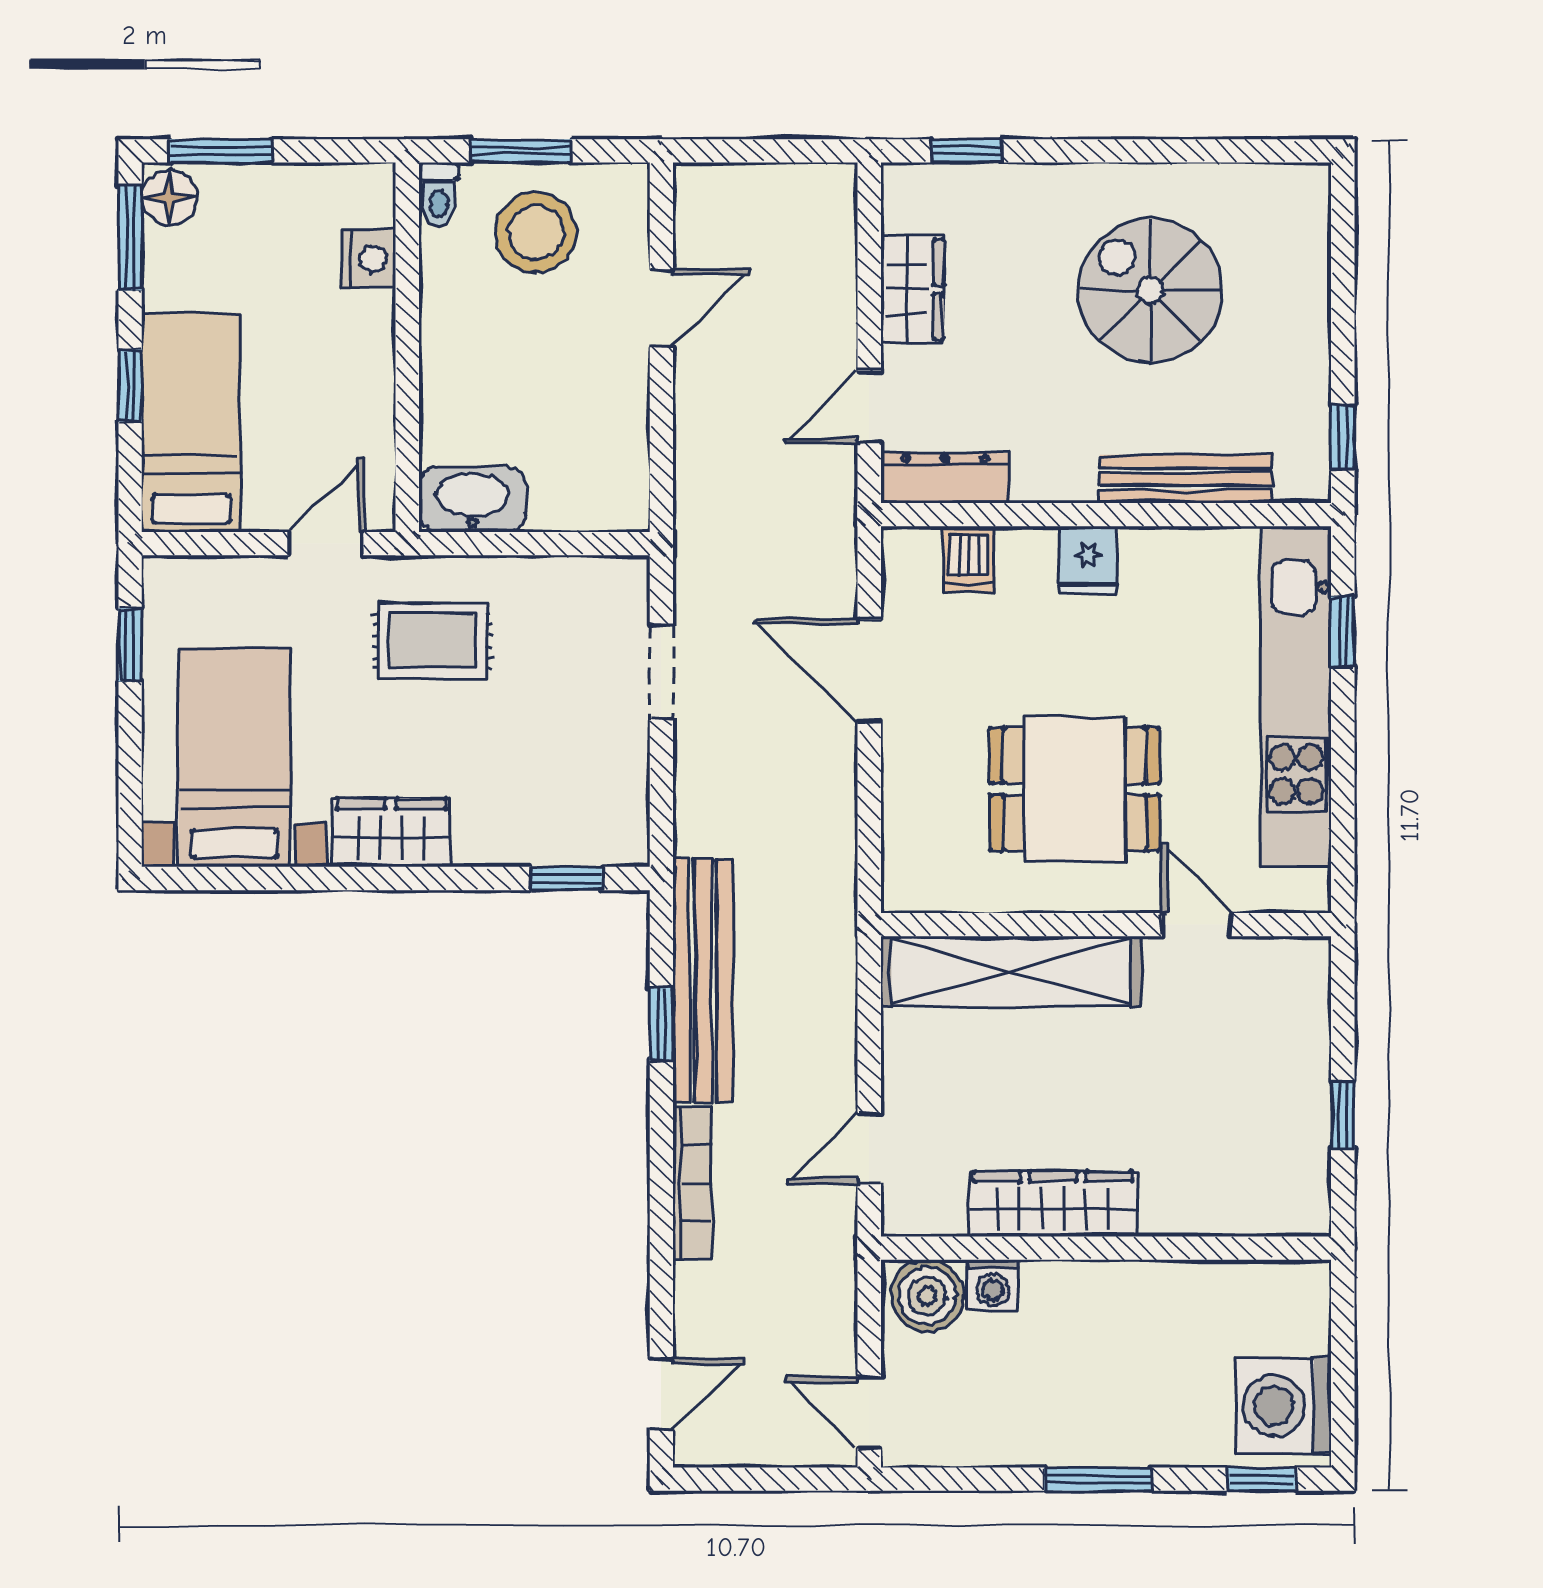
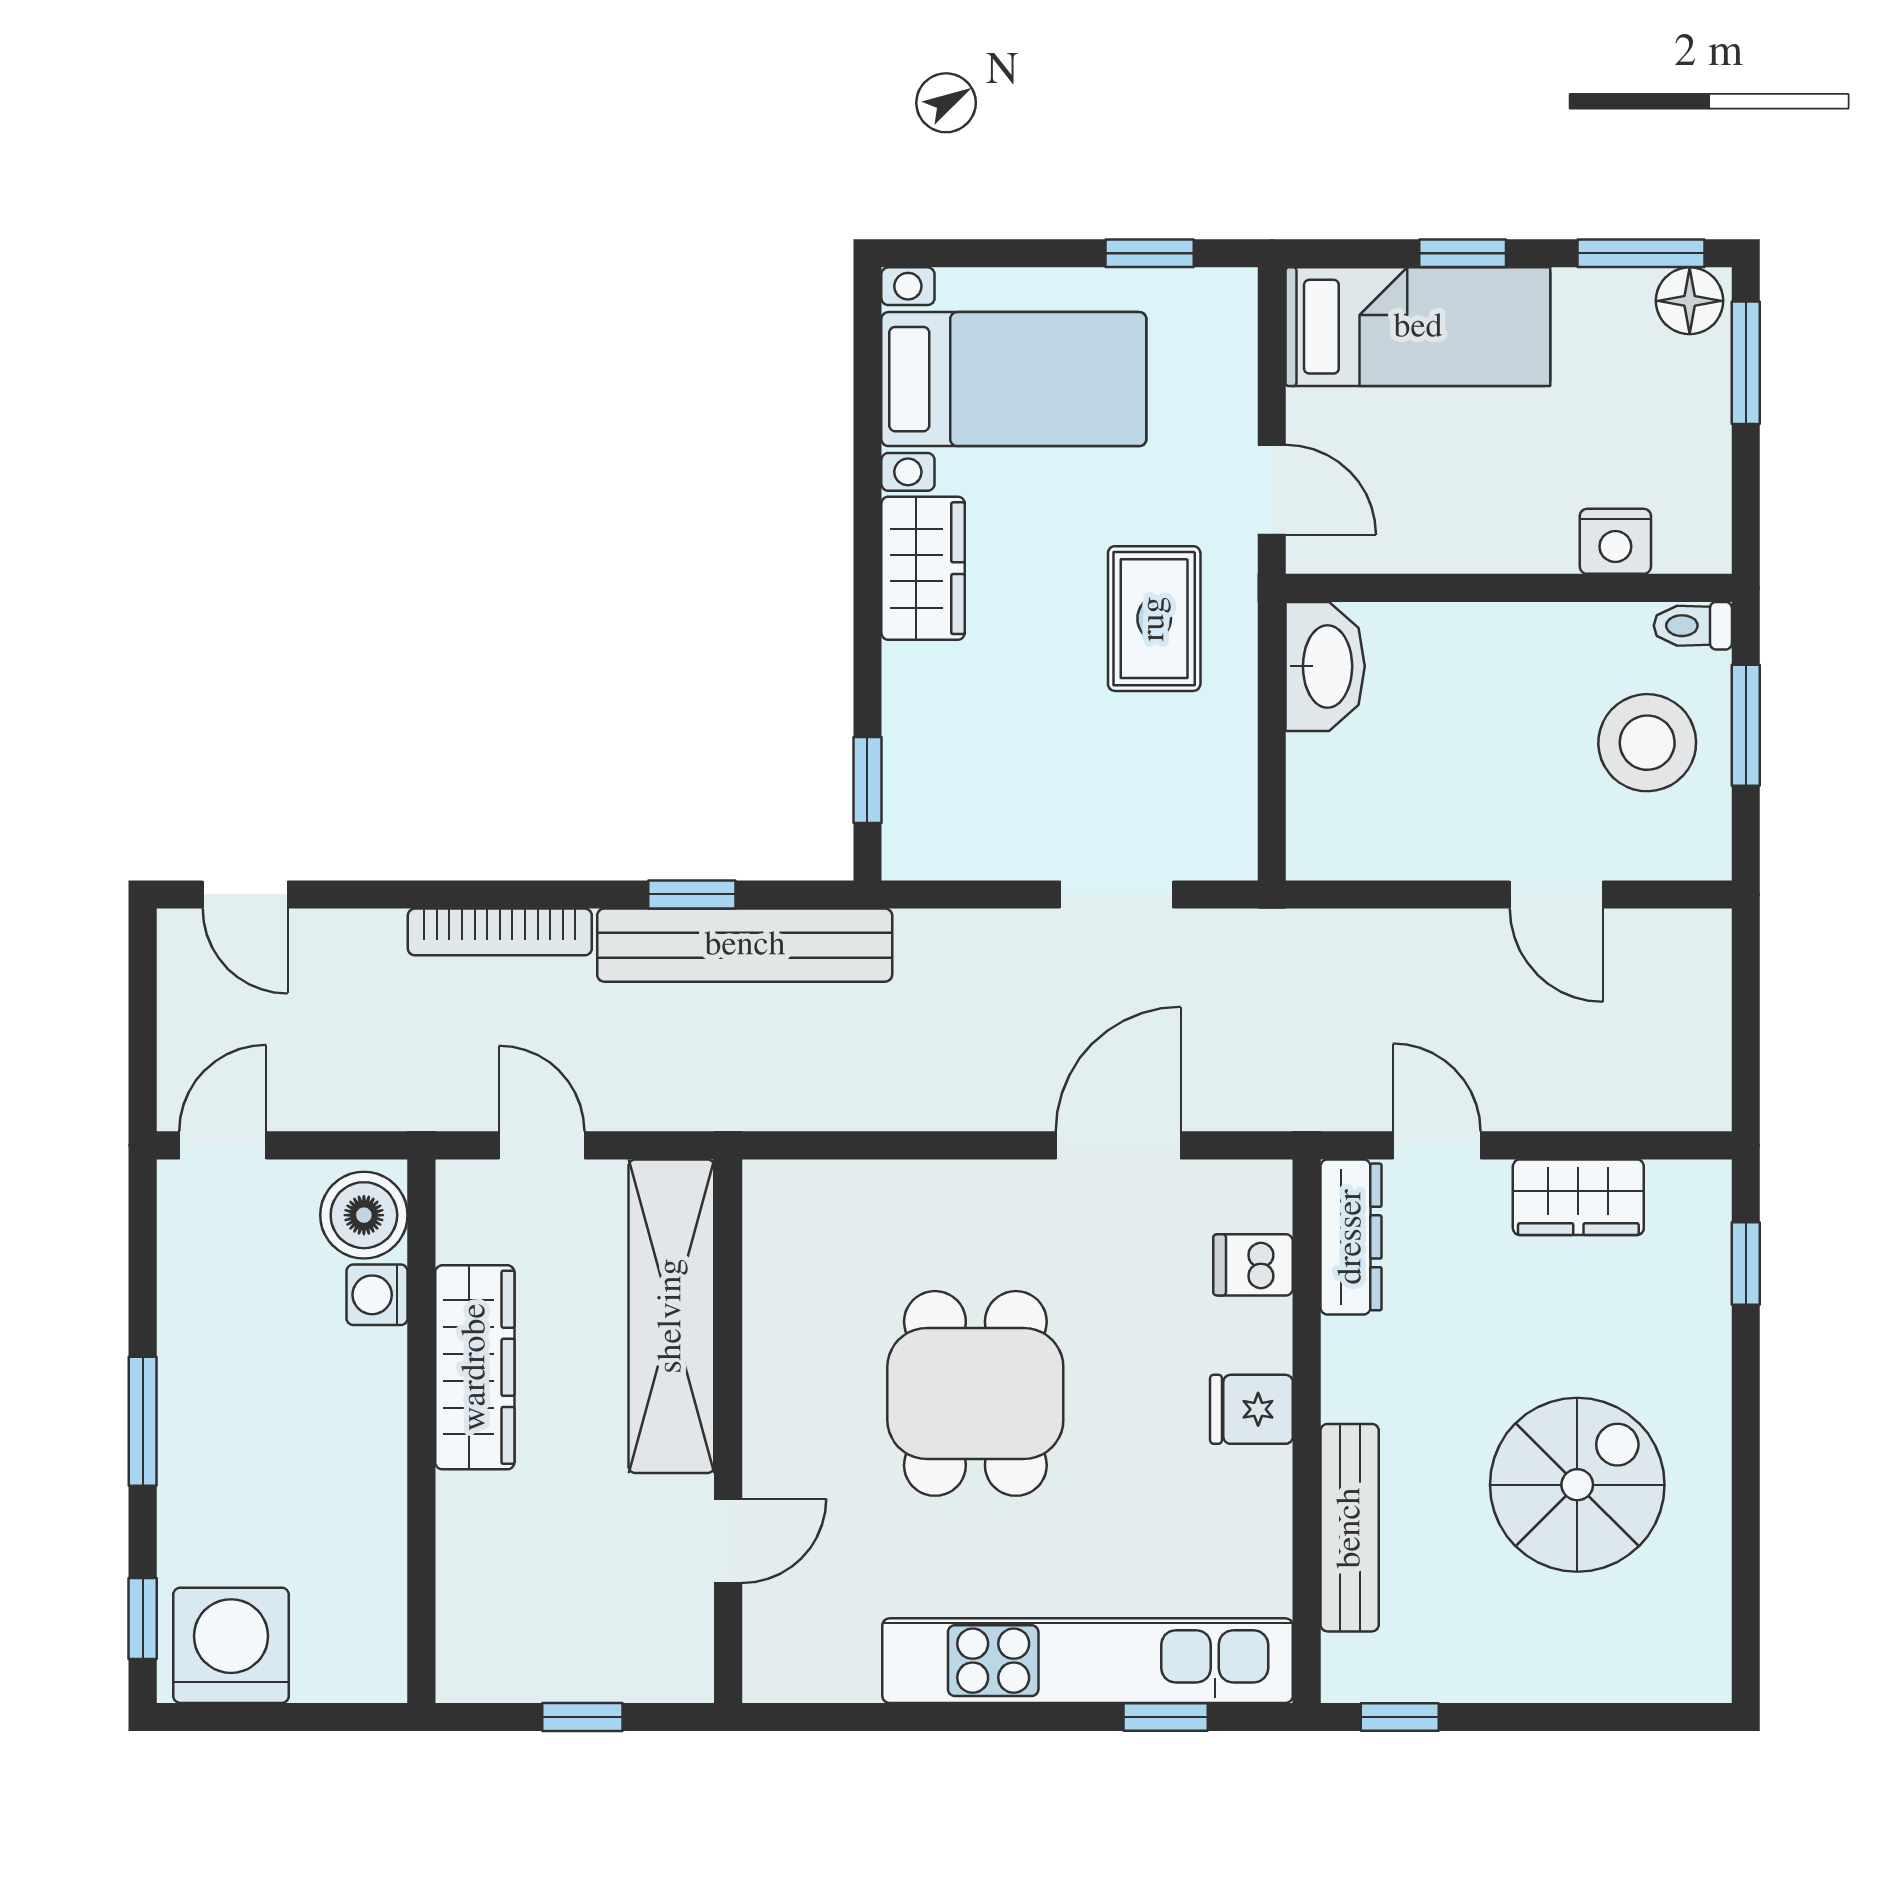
wall: (1106, 925) -> (728, 1431), moved
door: (1197, 925) -> (728, 1541), moved
shelving: (1011, 972) -> (671, 1316), moved

